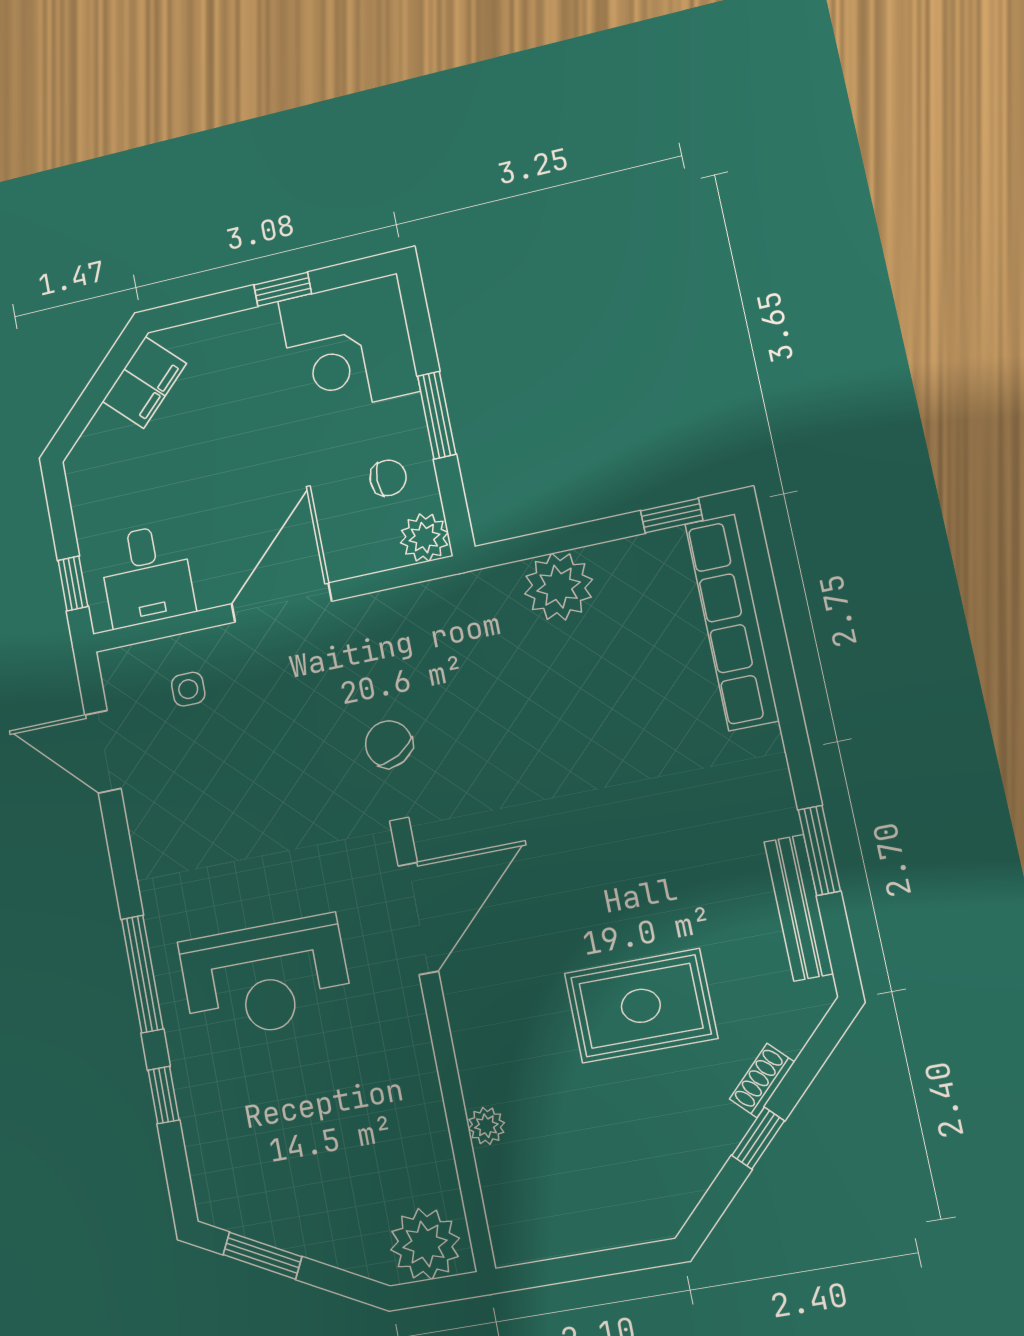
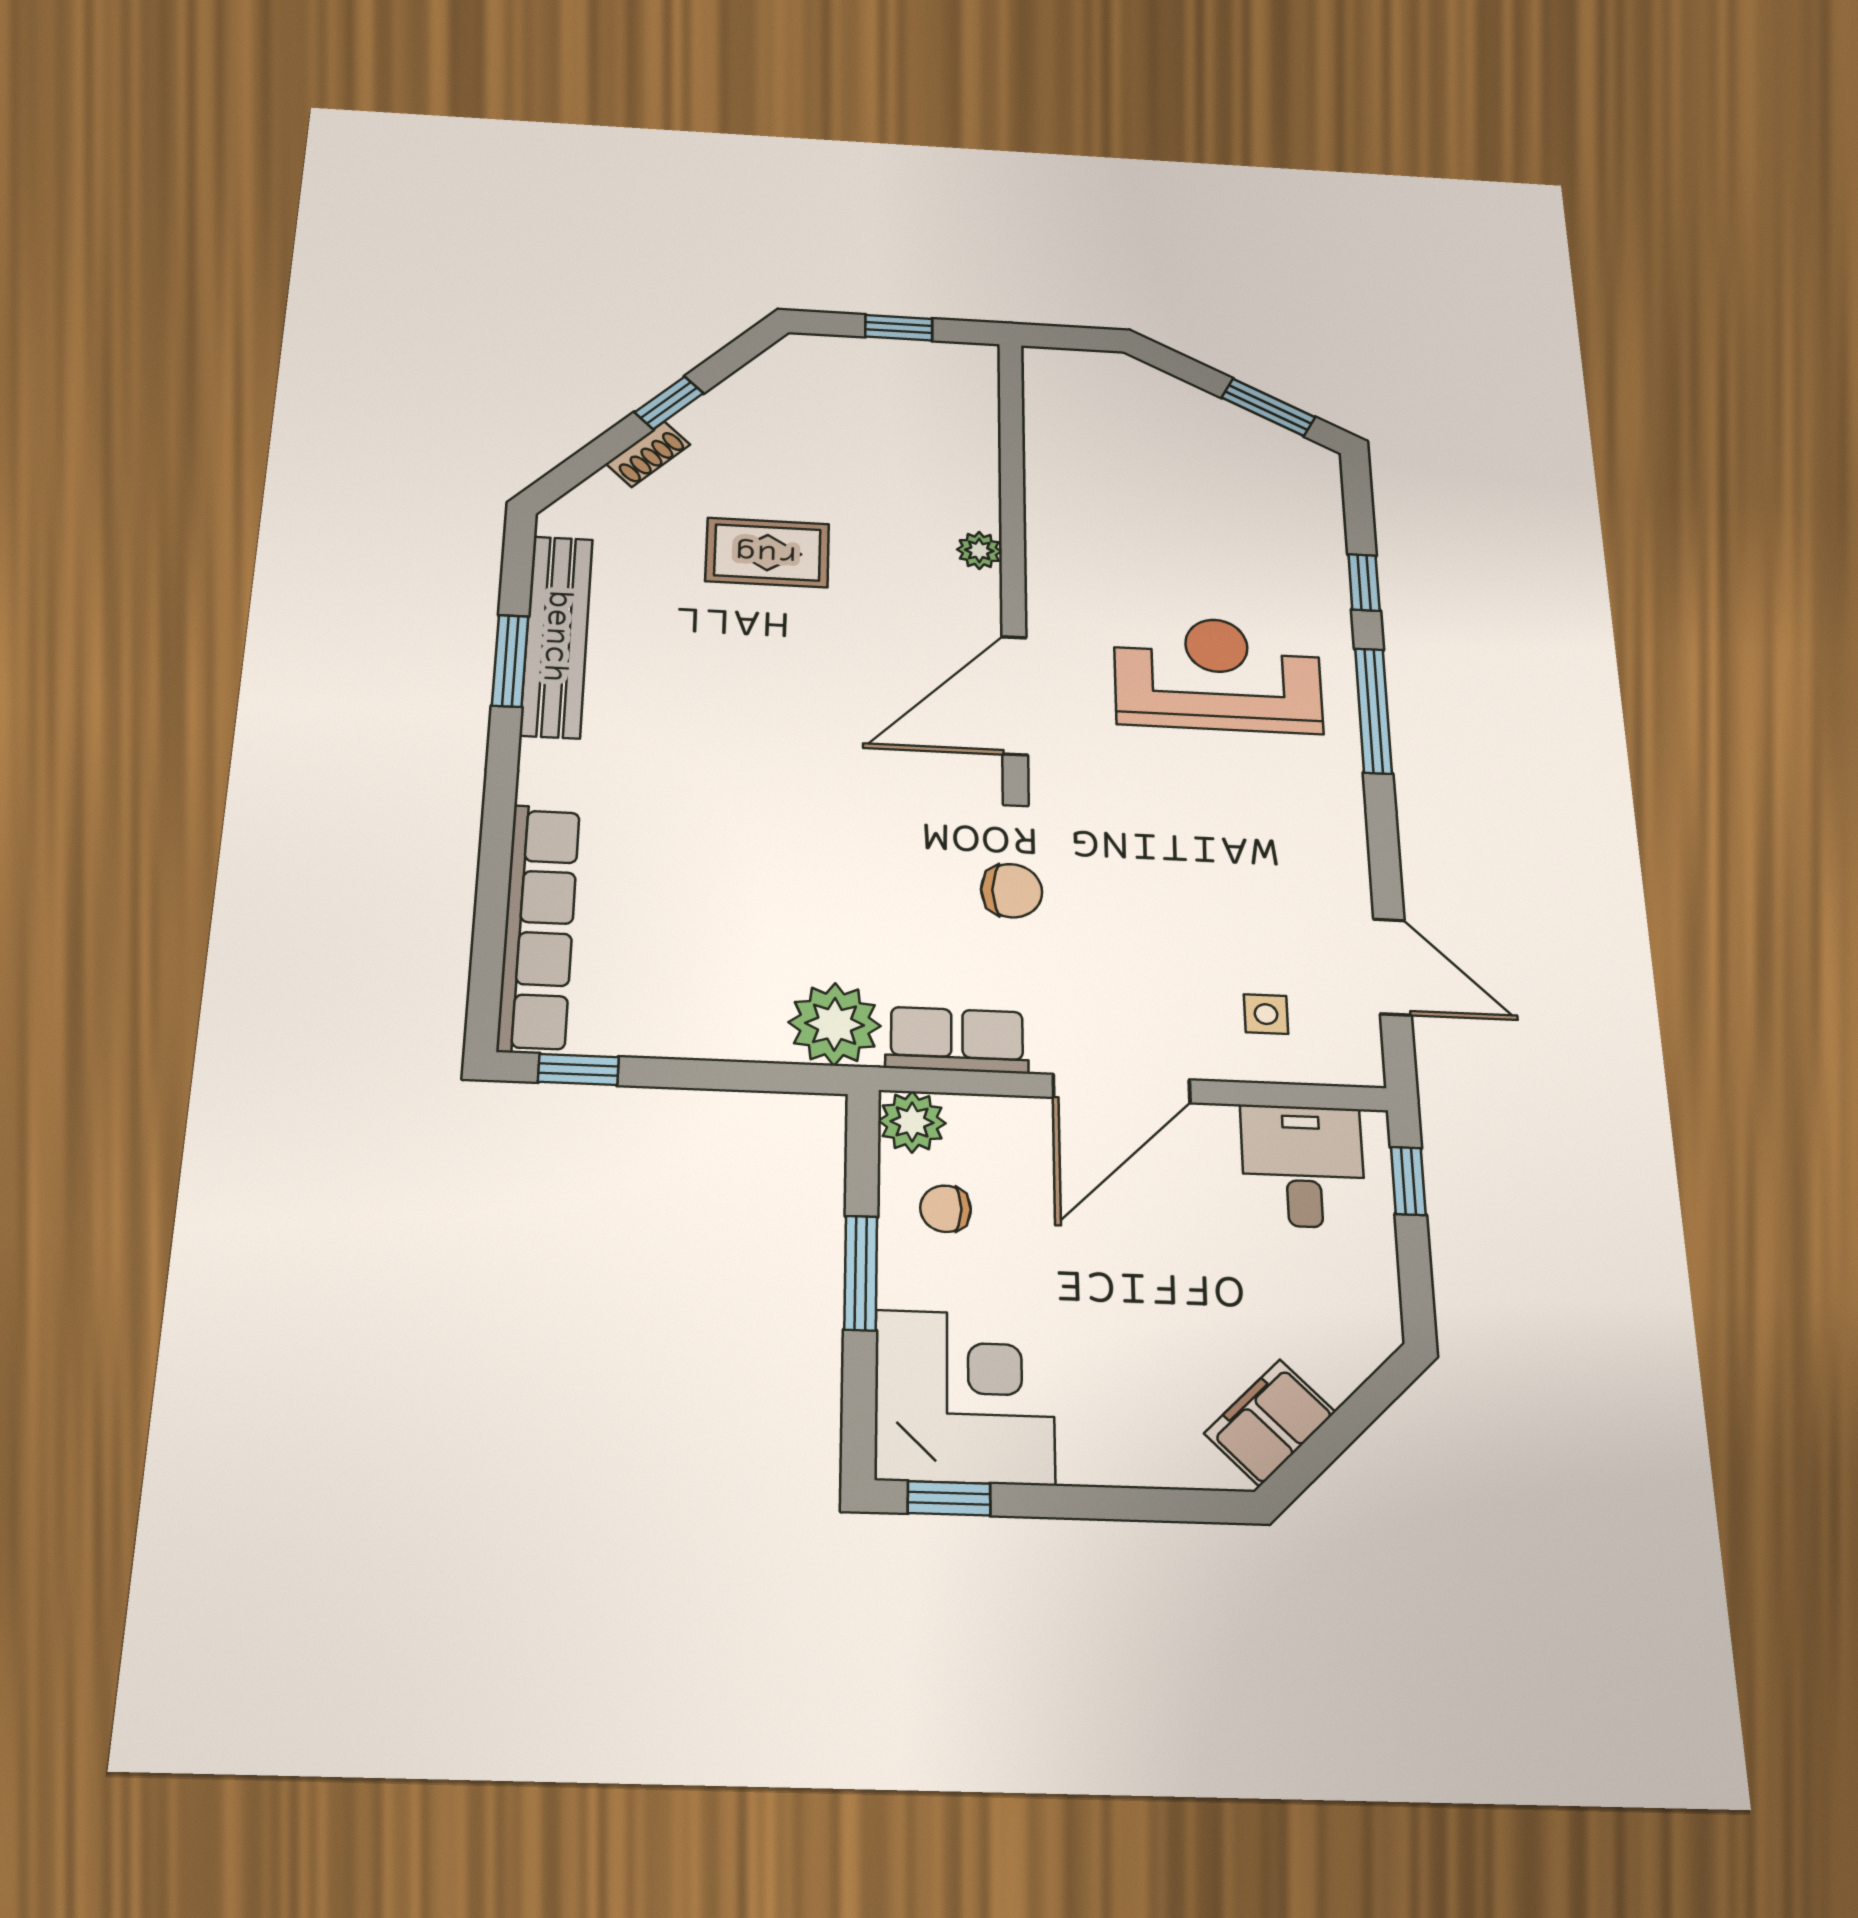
window: (283, 289) -> (949, 1498), moved
plant: (559, 587) -> (835, 1024), moved
row of seats: (405, 610) -> (957, 1040), added
chair: (389, 744) -> (1012, 891), turned -61
bench: (799, 908) -> (556, 636), width x1.37, depth x1.21
rug: (641, 1006) -> (767, 553), width x0.73, depth x0.70
plant: (486, 1126) -> (979, 550), moved
plant: (425, 1244) -> (1075, 382), removed
window: (584, 1266) -> (899, 328), added

